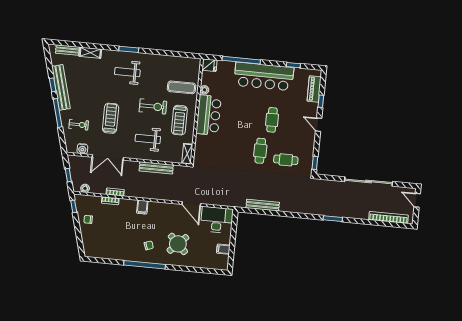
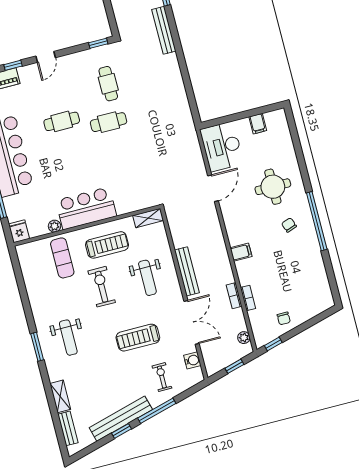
bench: (156, 168) -> (187, 271), moved
bench: (263, 205) -> (164, 30), moved
round table: (178, 244) -> (273, 187), turned 45

